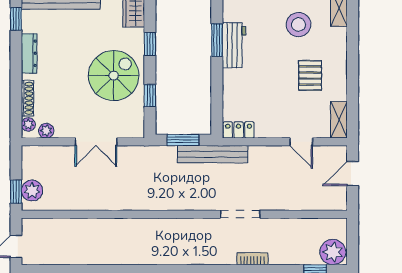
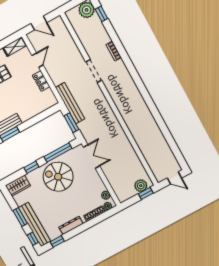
window: (150, 96) -> (58, 153), width x2.17
locker: (239, 130) -> (41, 81), moved
double door: (96, 142) -> (92, 157), moved

